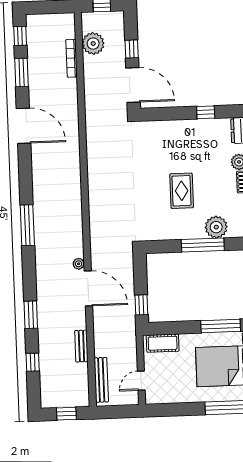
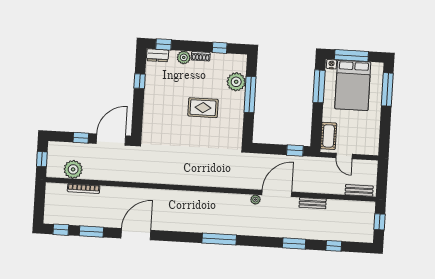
bench: (81, 346) -> (313, 203), moved
bench: (101, 380) -> (359, 190), width x0.73
door: (141, 381) -> (344, 156), moved

